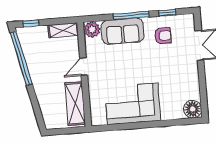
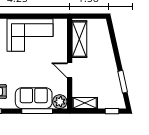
window: (131, 15) -> (37, 111), moved
window: (21, 58) -> (123, 82), width x0.47
door: (84, 67) -> (70, 70), swing flipped

